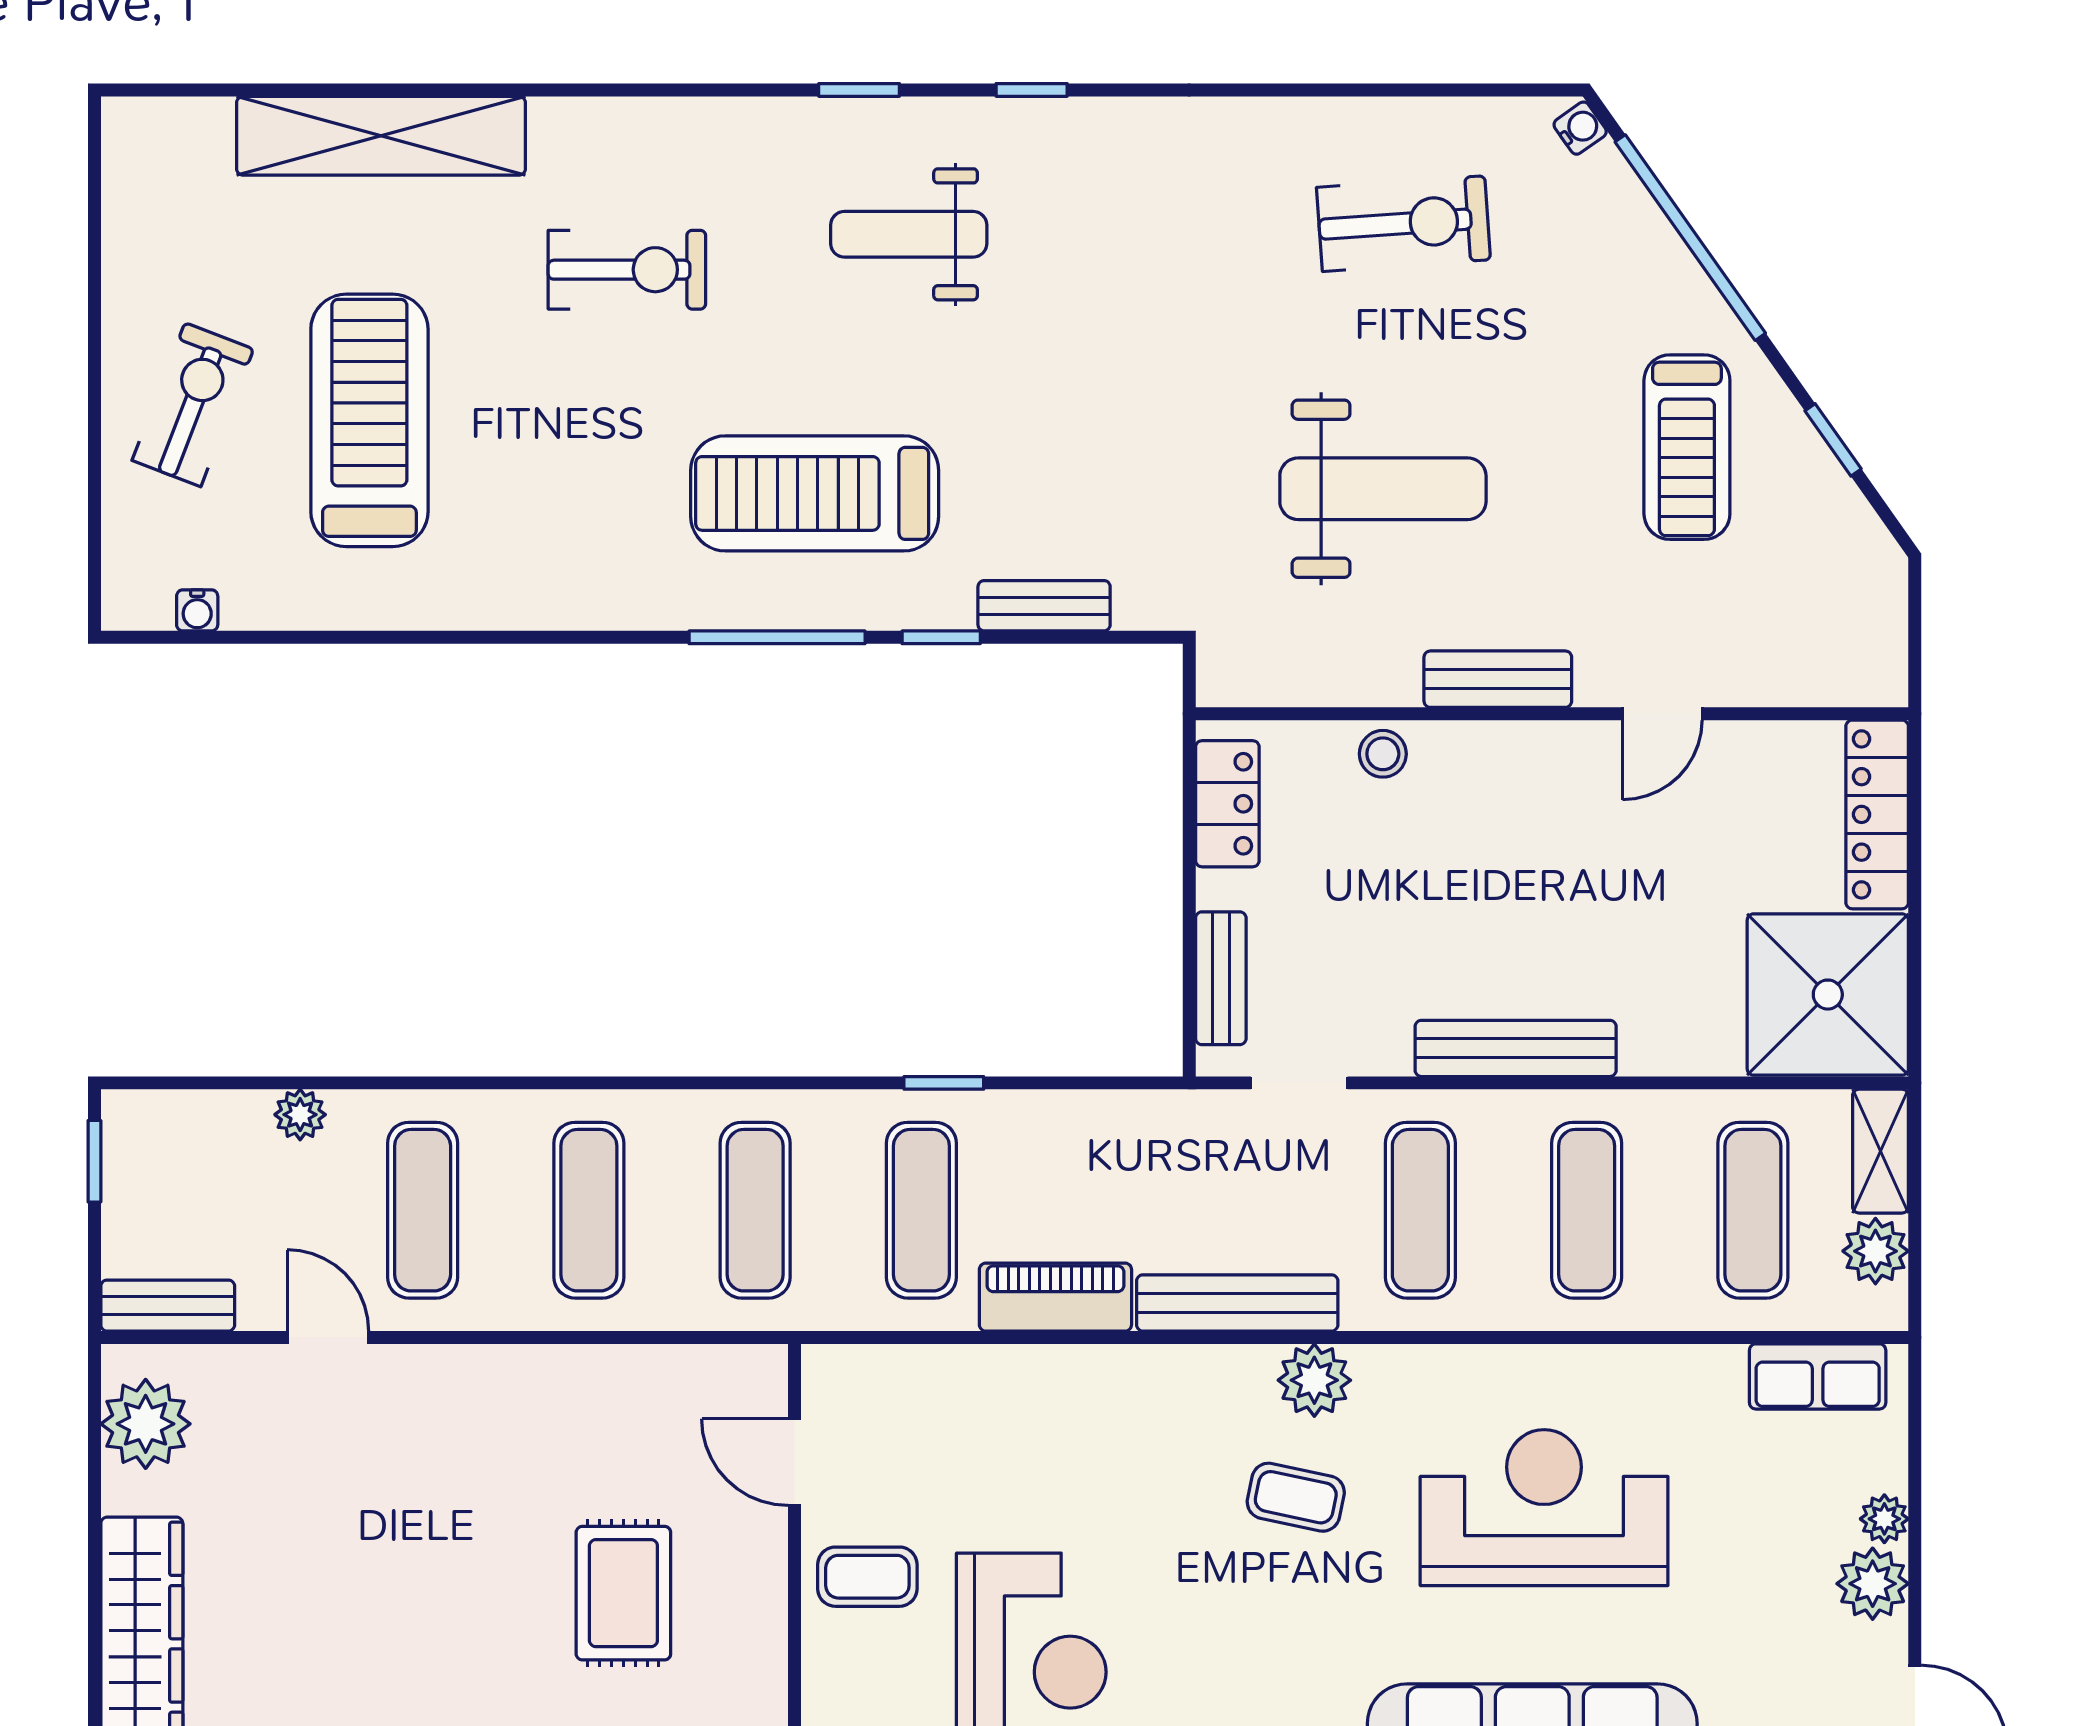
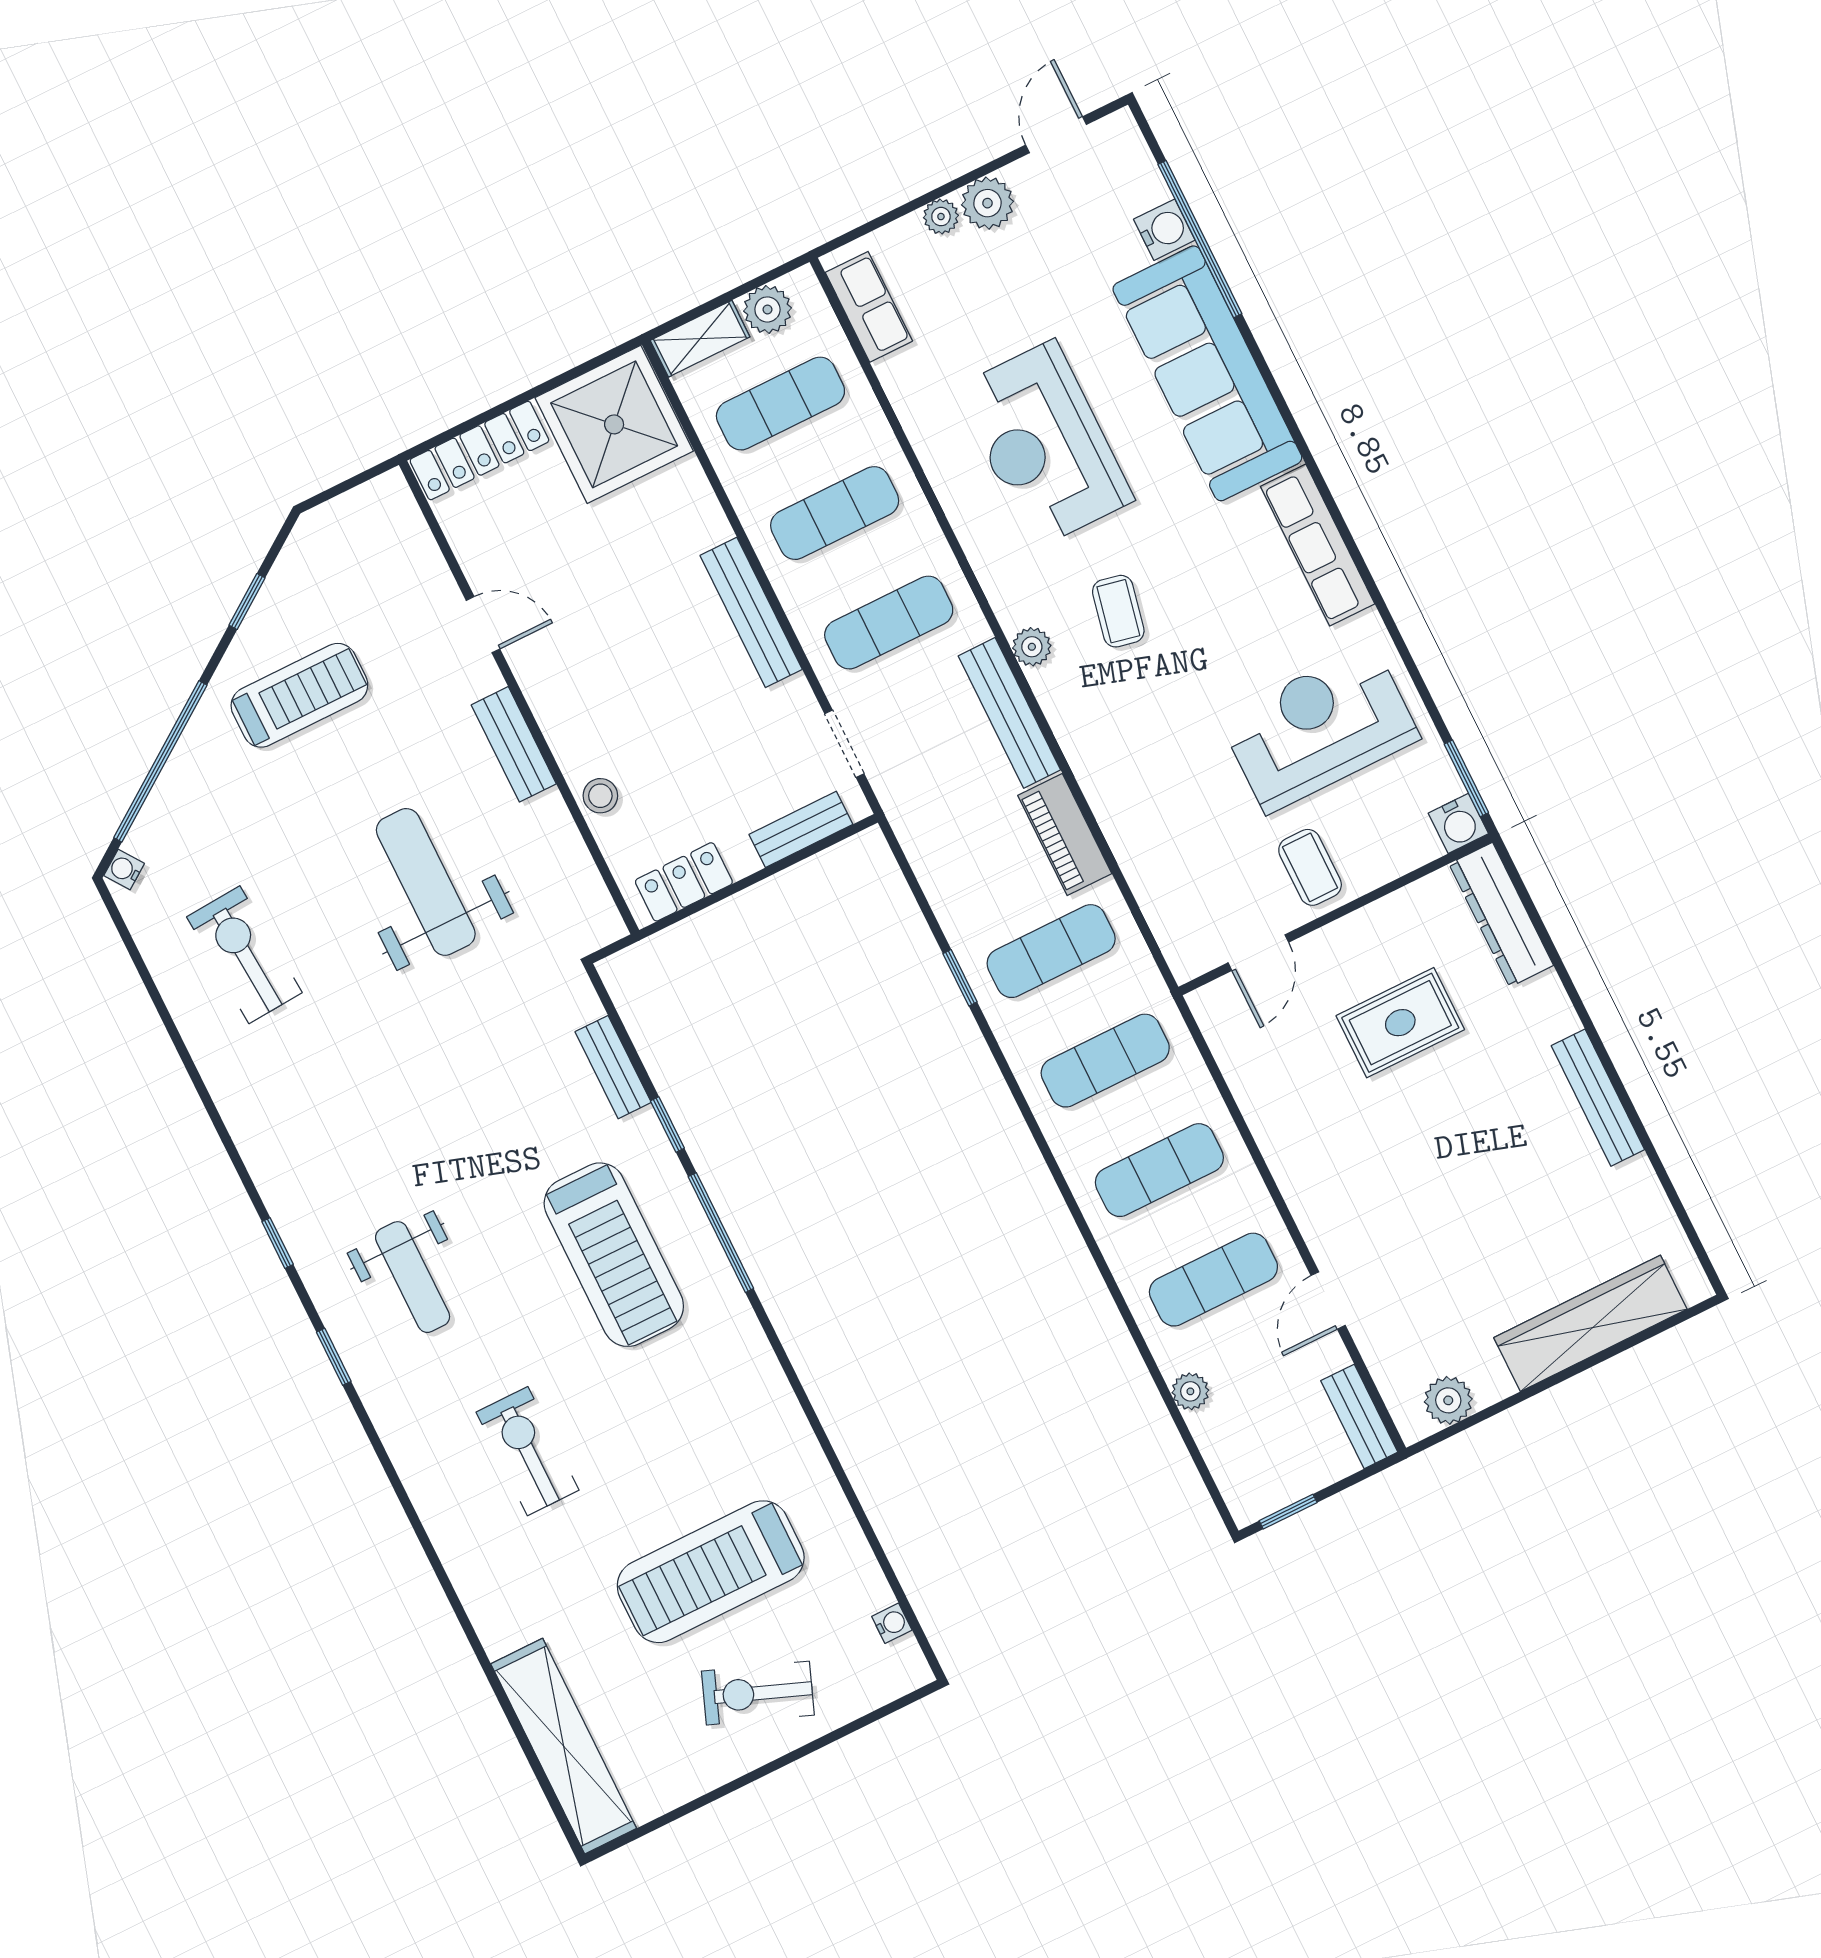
shelving: (381, 136) -> (564, 1746), moved
plant: (1314, 1380) -> (1032, 647), width x0.73, depth x0.73
plant: (146, 1424) -> (1448, 1400), width x0.73, depth x0.73

